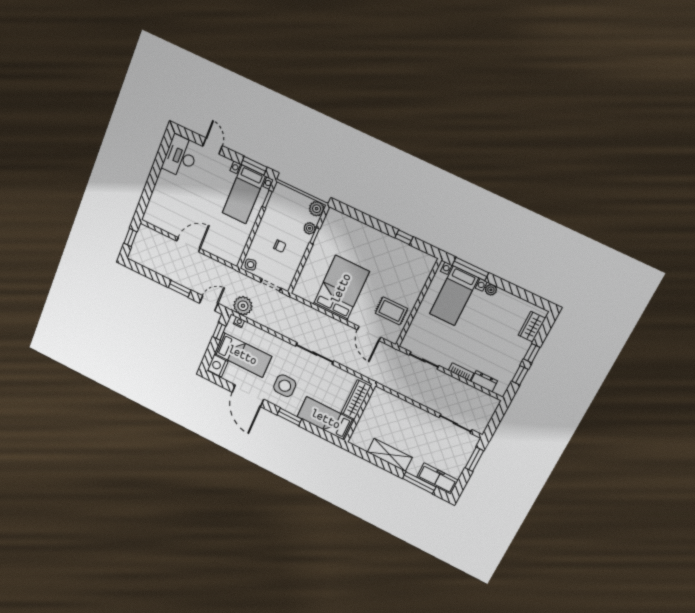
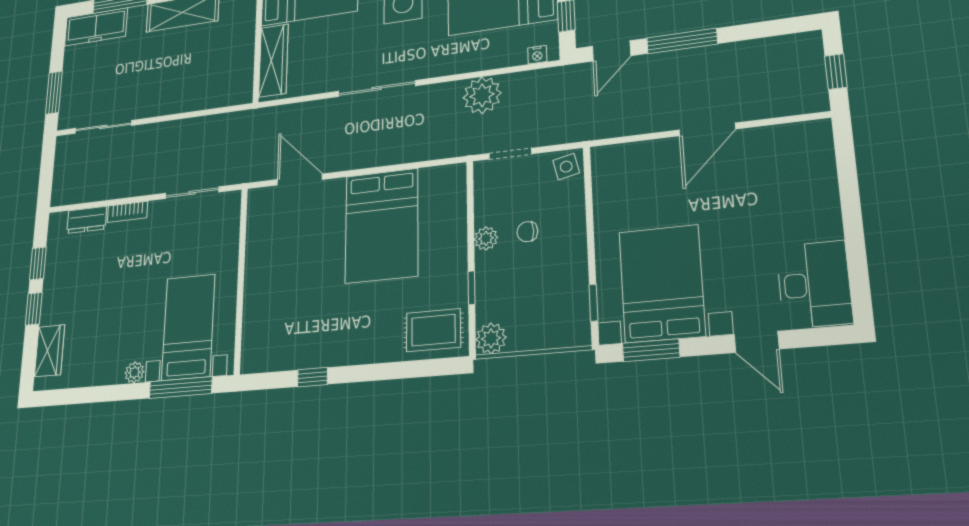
bed with nightstands: (244, 195) -> (662, 283), width x1.36
plant: (310, 228) -> (486, 238), moved
window: (180, 289) -> (682, 41), width x1.44
plant: (243, 306) -> (482, 95), moved
rug: (391, 311) -> (433, 330), moved

